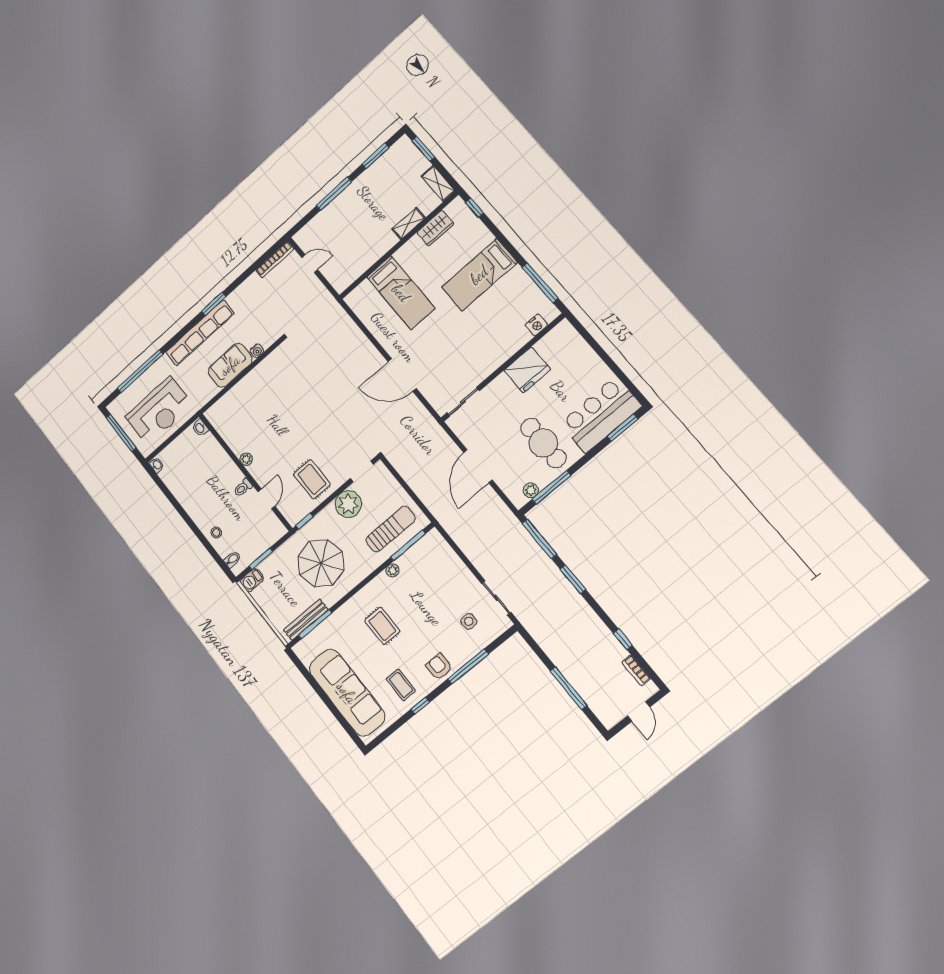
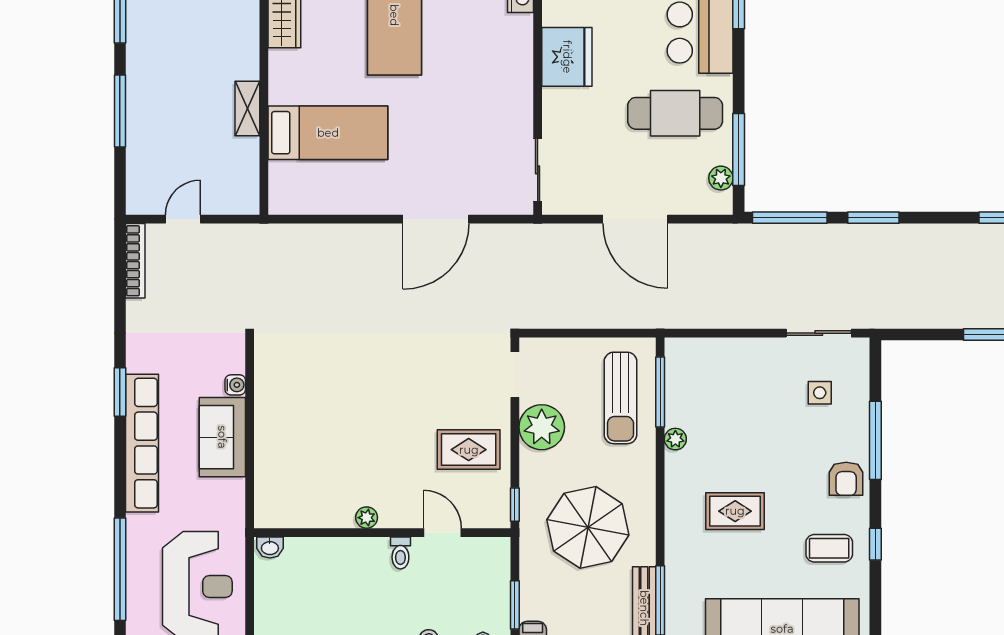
shelving: (409, 224) -> (247, 109), moved
sun lounger: (391, 529) -> (620, 398), turned 180
armchair: (439, 667) -> (846, 479), turned -90

